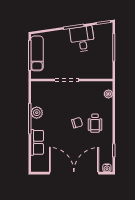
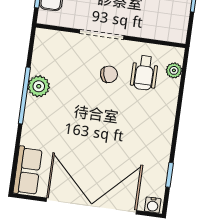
chair: (77, 123) -> (109, 74), moved
wheelchair: (95, 123) -> (144, 73), moved
row of seats: (37, 142) -> (28, 171), moved

